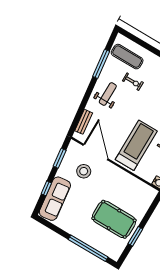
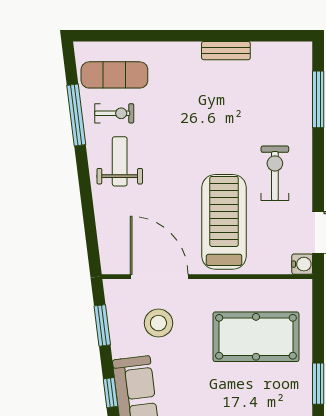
exercise bike: (133, 82) -> (114, 113), moved
bench: (84, 122) -> (106, 236), removed
pool table: (114, 219) -> (256, 337), moved

